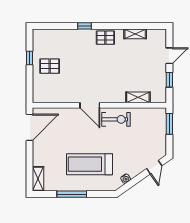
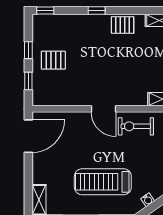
window: (43, 26) -> (45, 10), added
window: (29, 83) -> (28, 81), added
exercise bike: (116, 119) -> (136, 126), turned 180

